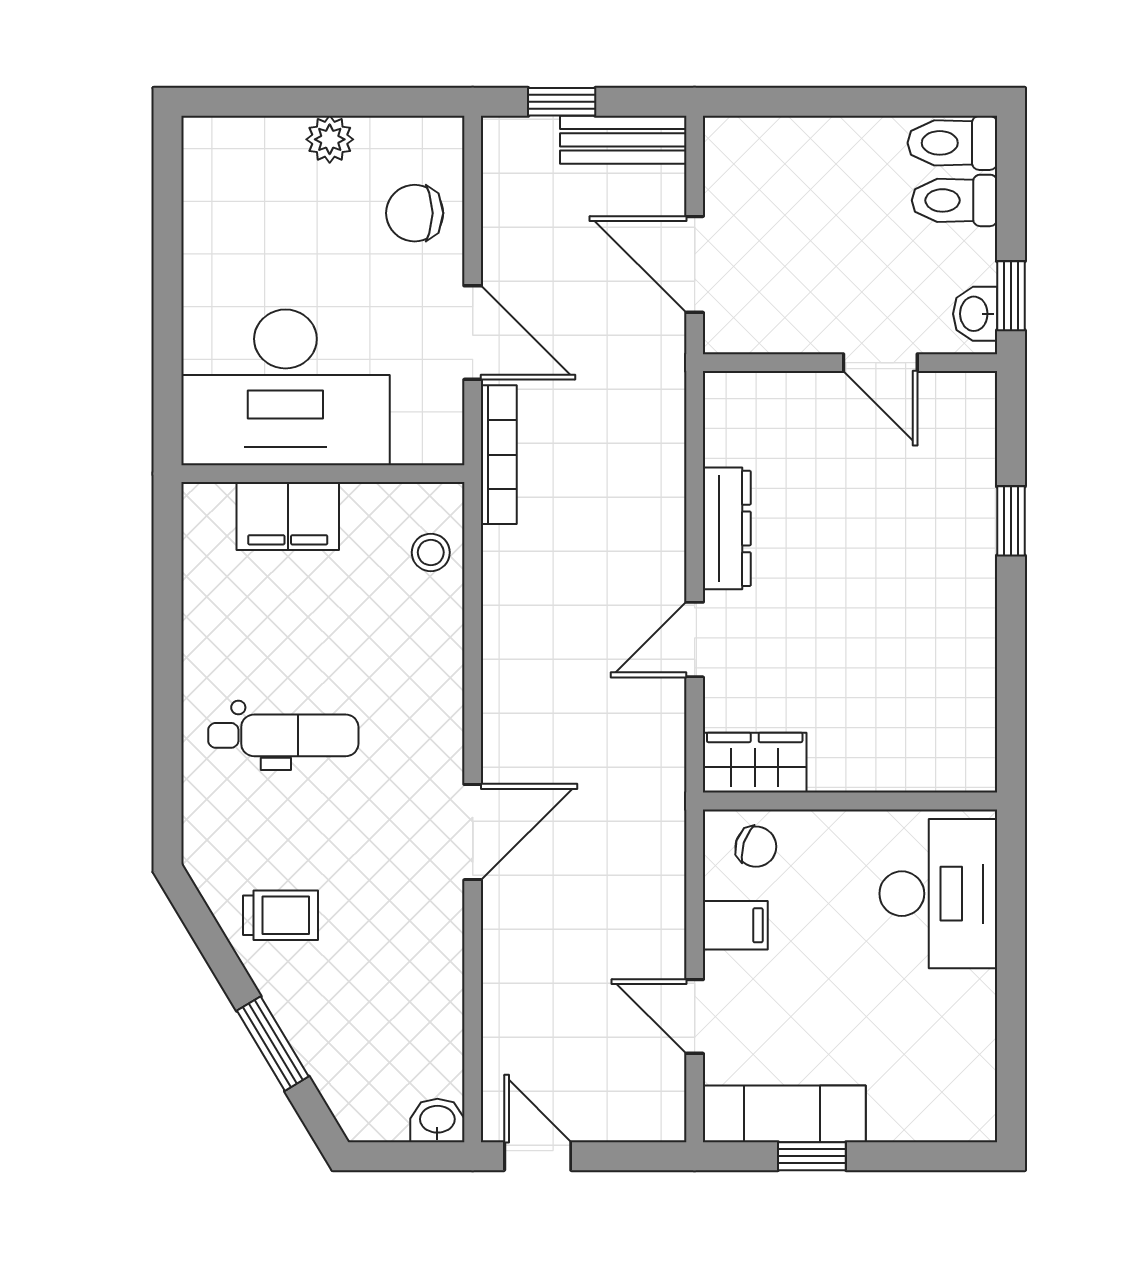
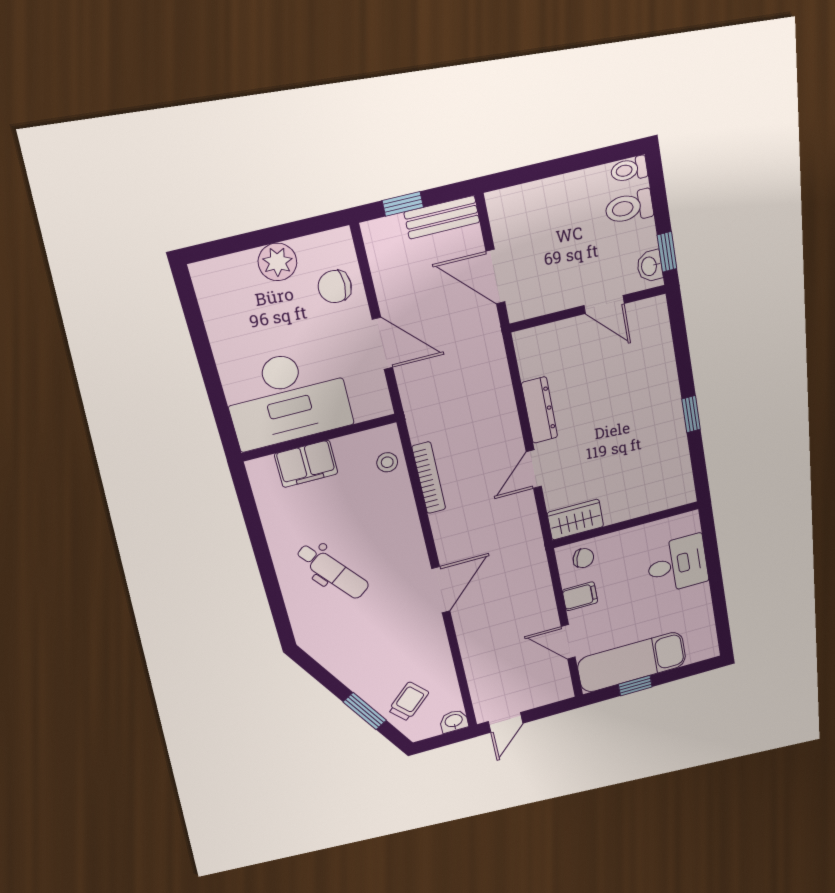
plant: (330, 139) -> (277, 262), width x1.38, depth x1.38
toilet: (952, 143) -> (629, 170), width x0.73, depth x0.72
bookcase: (499, 455) -> (429, 478), moved
window: (1011, 521) -> (691, 414), moved
dental chair: (283, 735) -> (333, 571), turned 52
desk: (938, 894) -> (677, 564), width x0.73
trolley: (281, 915) -> (409, 701), moved, turned -43
exam couch: (784, 1114) -> (632, 662), width x1.36, depth x1.45
door: (538, 1156) -> (506, 722), swing flipped

